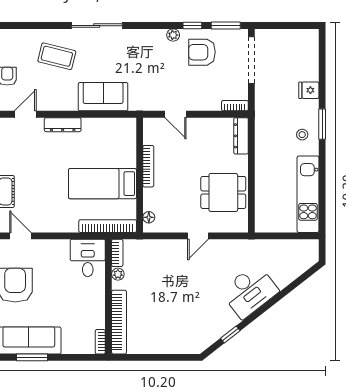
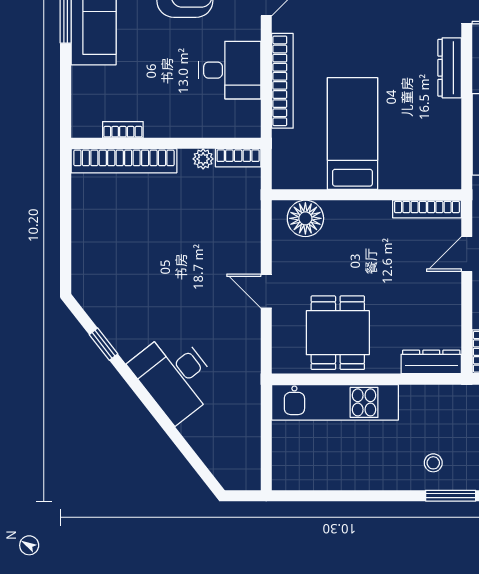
bookcase: (148, 166) -> (427, 209), moved
kitchen unit: (308, 194) -> (335, 402), moved, turned 180
floor lamp: (149, 217) -> (305, 218), width x1.89, depth x1.89
bookcase: (108, 226) -> (282, 81), moved
desk: (88, 258) -> (230, 70), moved
bookcase: (100, 342) -> (123, 130), moved

